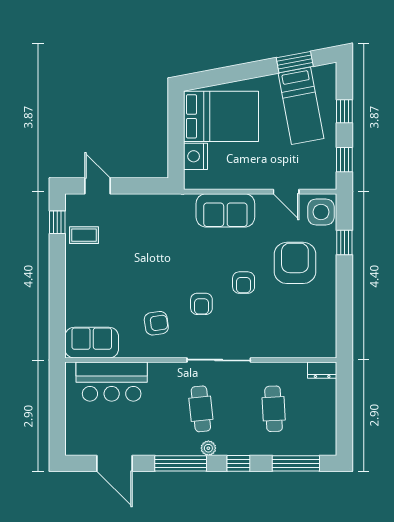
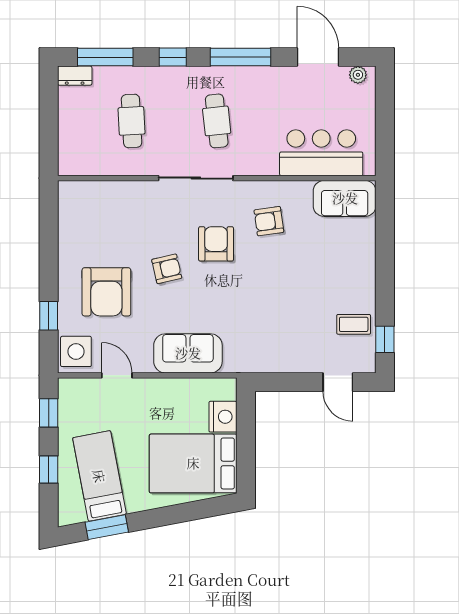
armchair: (244, 283) -> (167, 269), turned 77
armchair: (201, 304) -> (216, 244), width x1.38, depth x1.38
dresser: (322, 370) -> (75, 76), moved, turned 180
plant: (208, 448) -> (358, 75), moved

